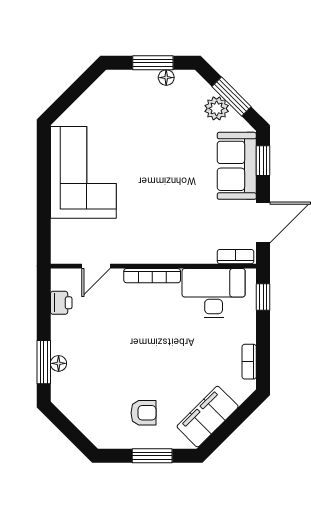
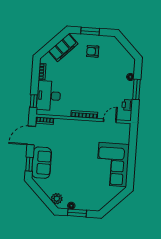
window: (232, 97) -> (42, 195), removed
plant: (217, 108) -> (57, 199), moved
desk: (214, 293) -> (49, 96), moved, turned 90
window: (44, 362) -> (136, 89), moved

